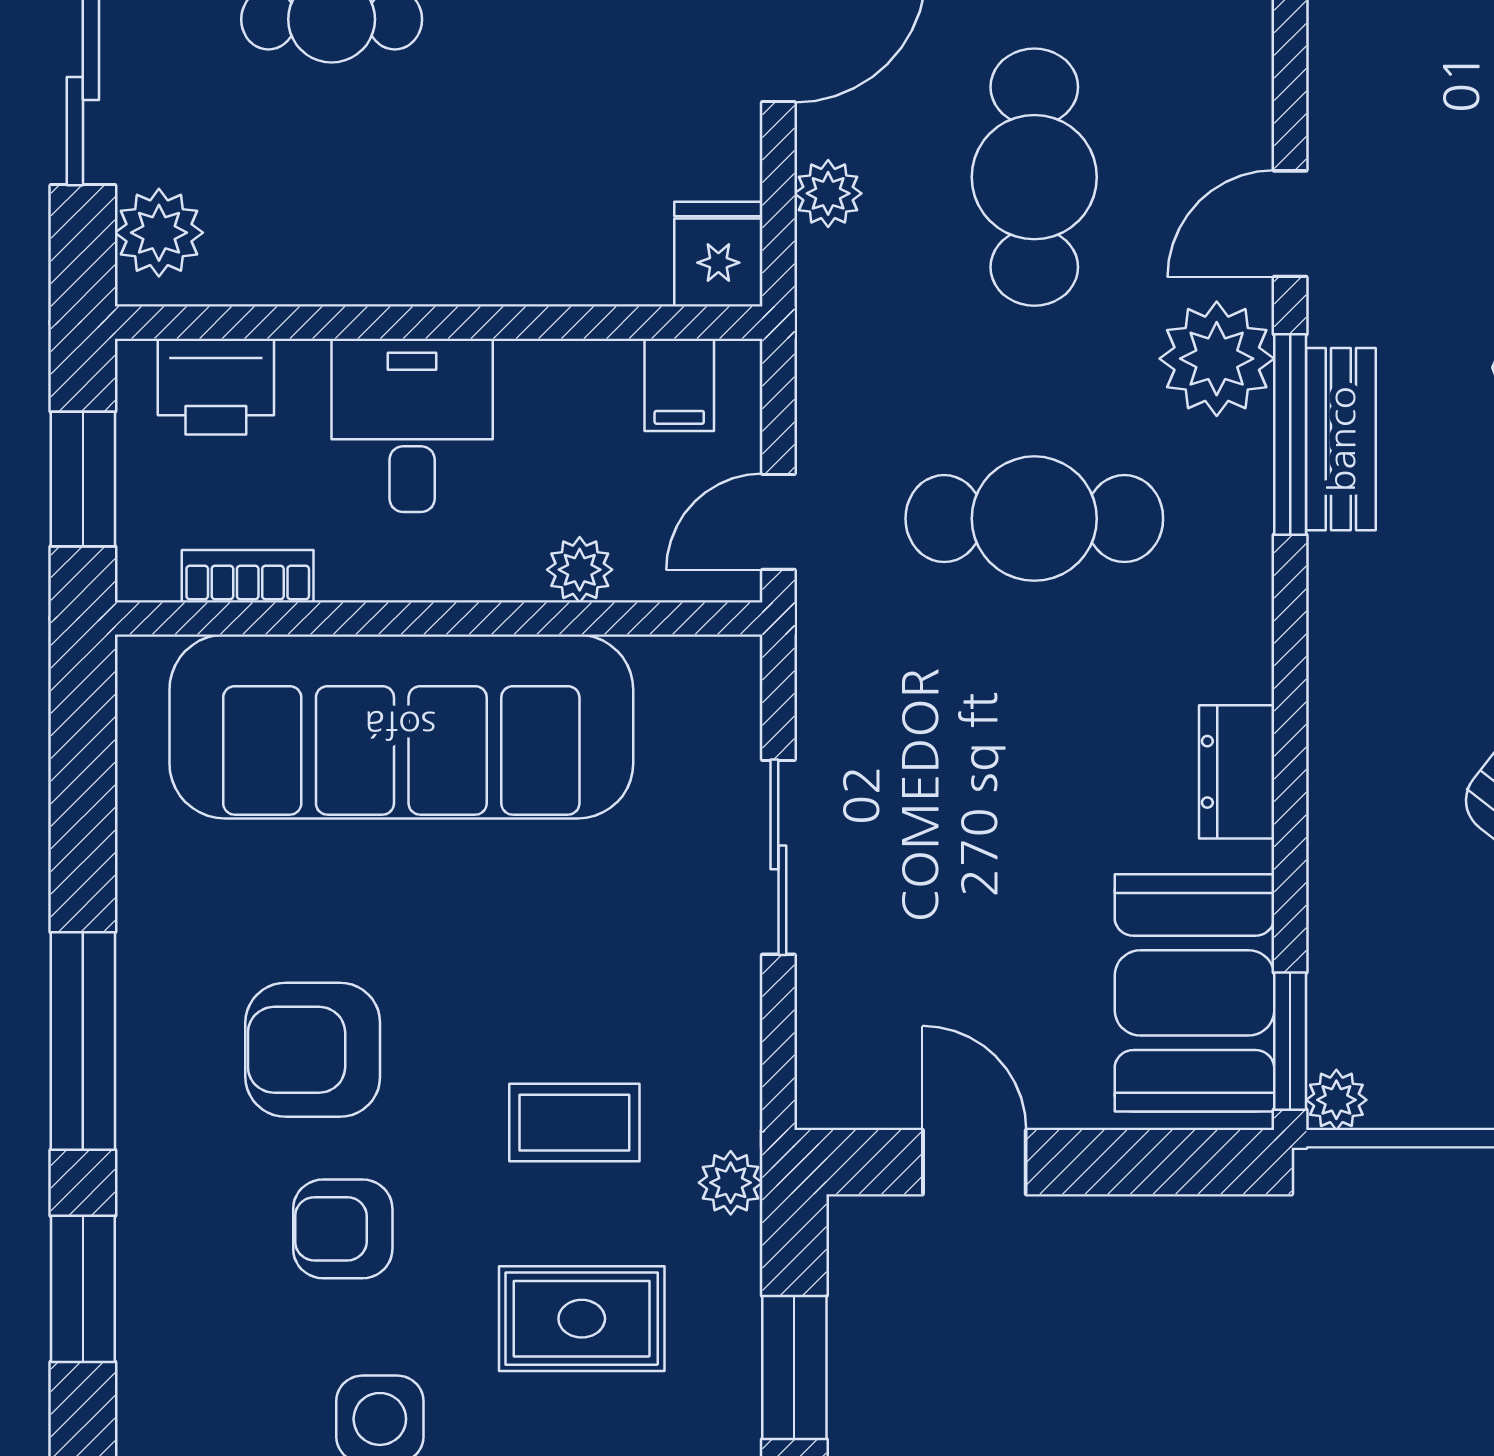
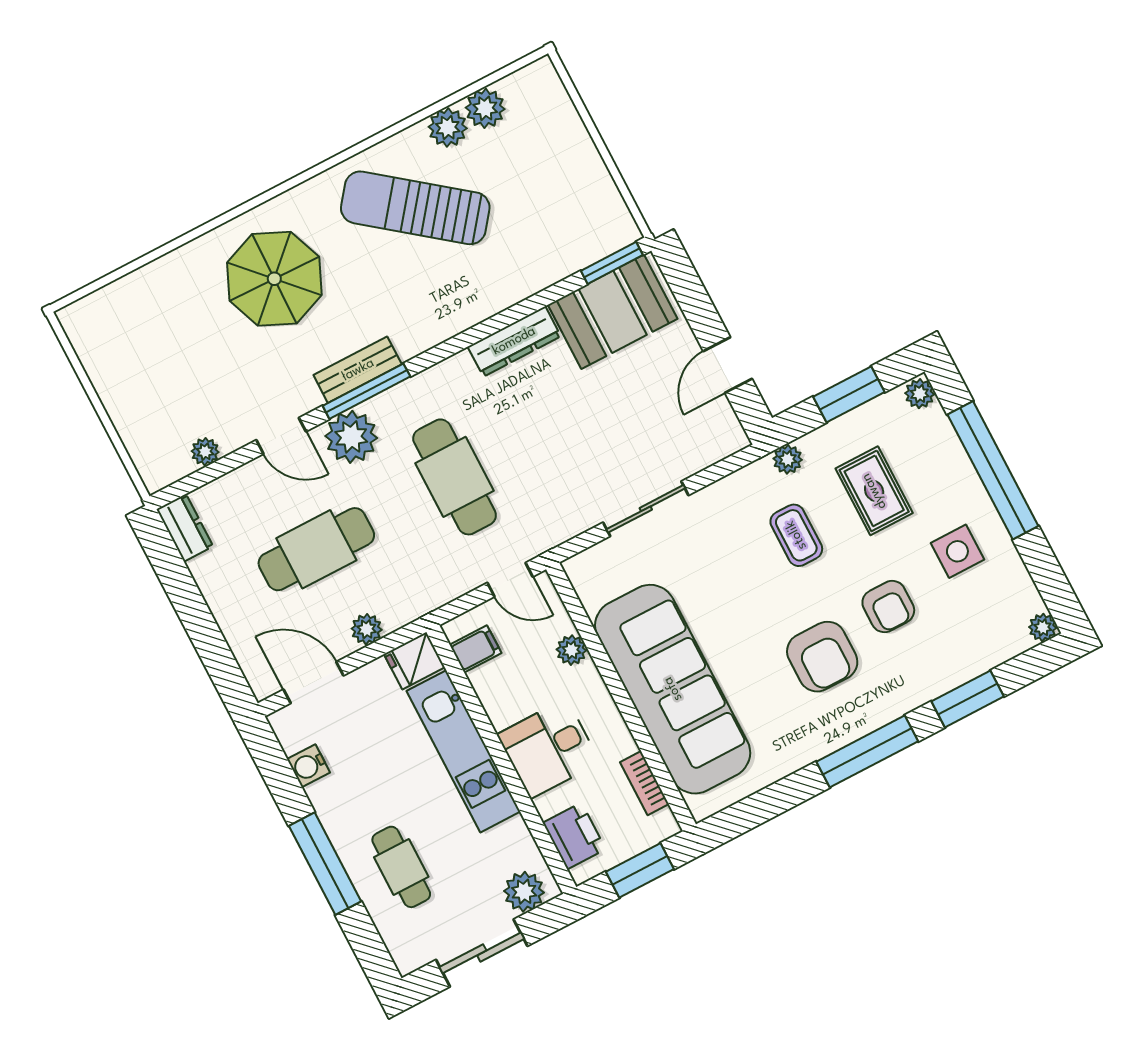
kitchen unit: (493, 257) -> (463, 751), added
dresser: (1237, 772) -> (514, 341), width x1.44
plant: (1336, 1100) -> (205, 452), moved

